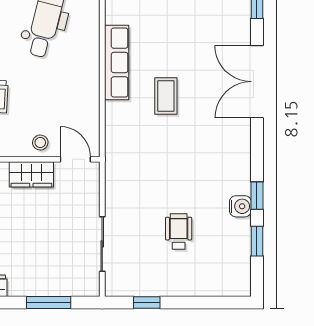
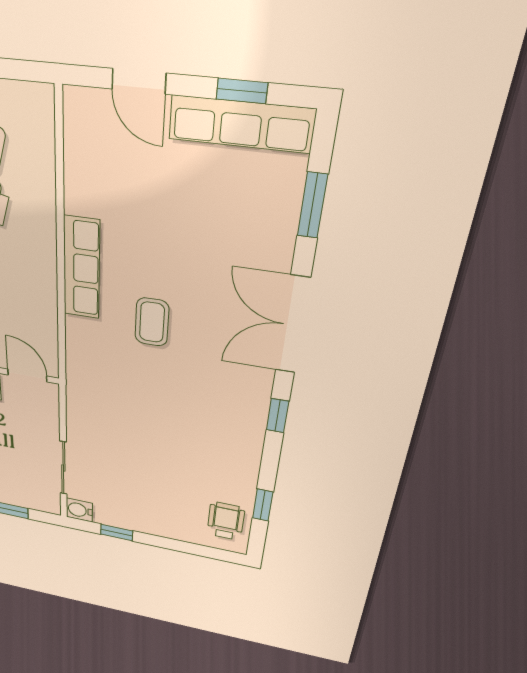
window: (257, 196) -> (278, 416), moved
water cooler: (240, 206) -> (79, 510), moved, turned 180
wheelchair: (179, 231) -> (226, 521), moved

